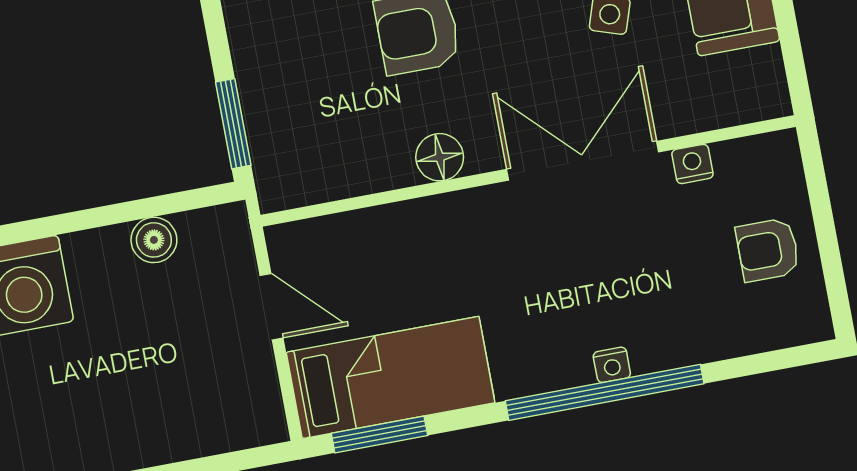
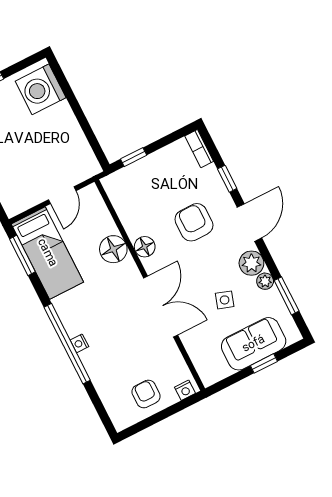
window: (233, 124) -> (134, 157), width x0.67
nightstand: (692, 164) -> (185, 390), moved, turned 90
floor lamp: (425, 228) -> (113, 249), added
boiler: (154, 240) -> (76, 138), removed

